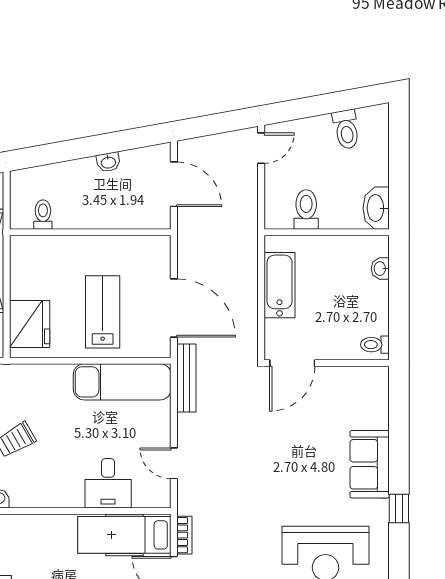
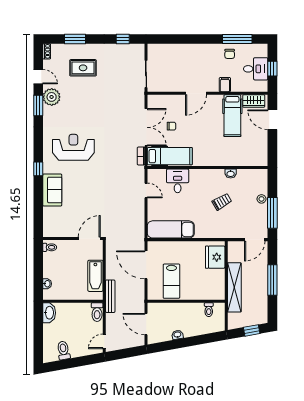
toilet: (306, 209) -> (97, 312), moved
lab bench: (103, 312) -> (171, 281), moved
bench: (186, 378) -> (110, 296), moved

